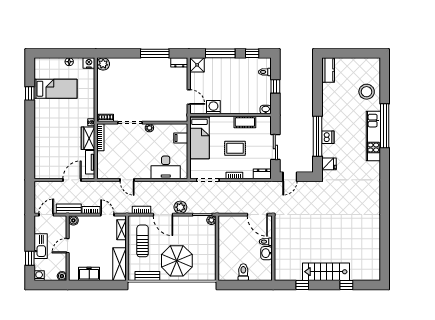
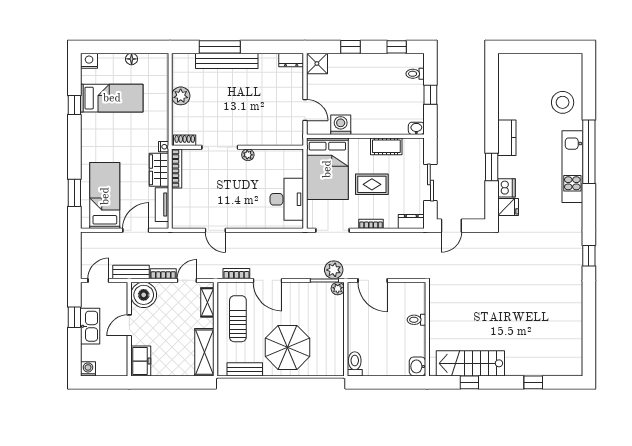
window: (155, 53) -> (220, 47), moved
window: (220, 53) -> (350, 47), width x0.46
nightstand: (89, 63) -> (89, 61), moved
bench: (135, 63) -> (227, 61), added
plant: (103, 64) -> (181, 96), moved
kitchen counter: (328, 70) -> (507, 138), moved
window: (318, 136) -> (492, 167), width x0.47
bed: (199, 137) -> (327, 169), width x1.50
dishwasher: (328, 137) -> (506, 188), moved
filing cabinet: (181, 138) -> (293, 169), removed
window: (30, 154) -> (74, 193), added
bed: (51, 156) -> (105, 196), added
desk: (166, 167) -> (287, 199), moved, turned -90
window: (385, 198) -> (589, 256), added
plant: (180, 207) -> (334, 270), moved
door: (107, 215) -> (187, 280), hinge flipped
door: (257, 215) -> (373, 280), moved
boiler: (73, 220) -> (144, 295), width x1.86, depth x1.86
washbasin: (266, 253) -> (417, 366), moved
window: (30, 258) -> (74, 317), moved
toilet: (243, 272) -> (355, 364), moved
stairs: (326, 272) -> (470, 363), moved
freezer: (89, 274) -> (141, 361), moved, turned 90
boiler: (62, 276) -> (121, 370), removed

